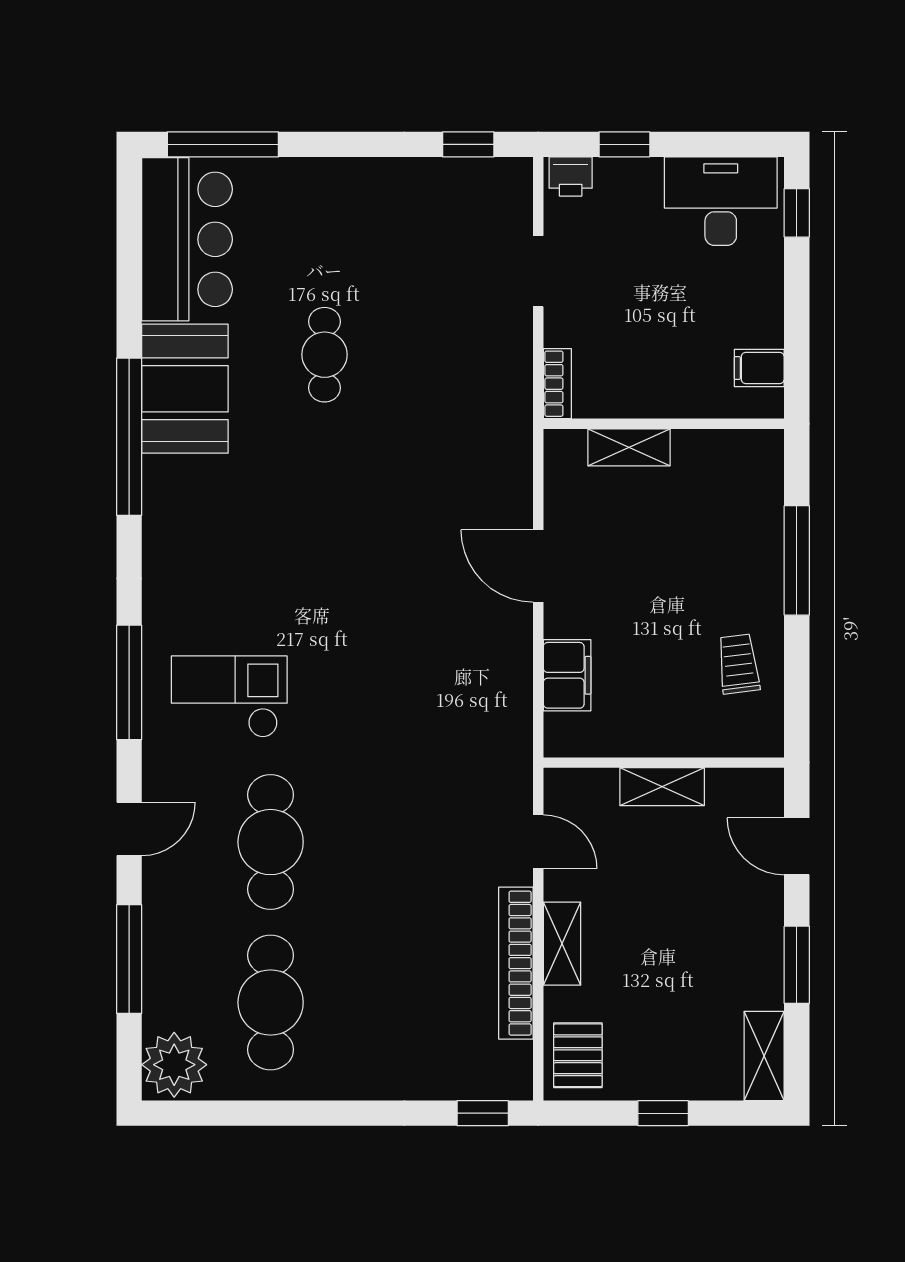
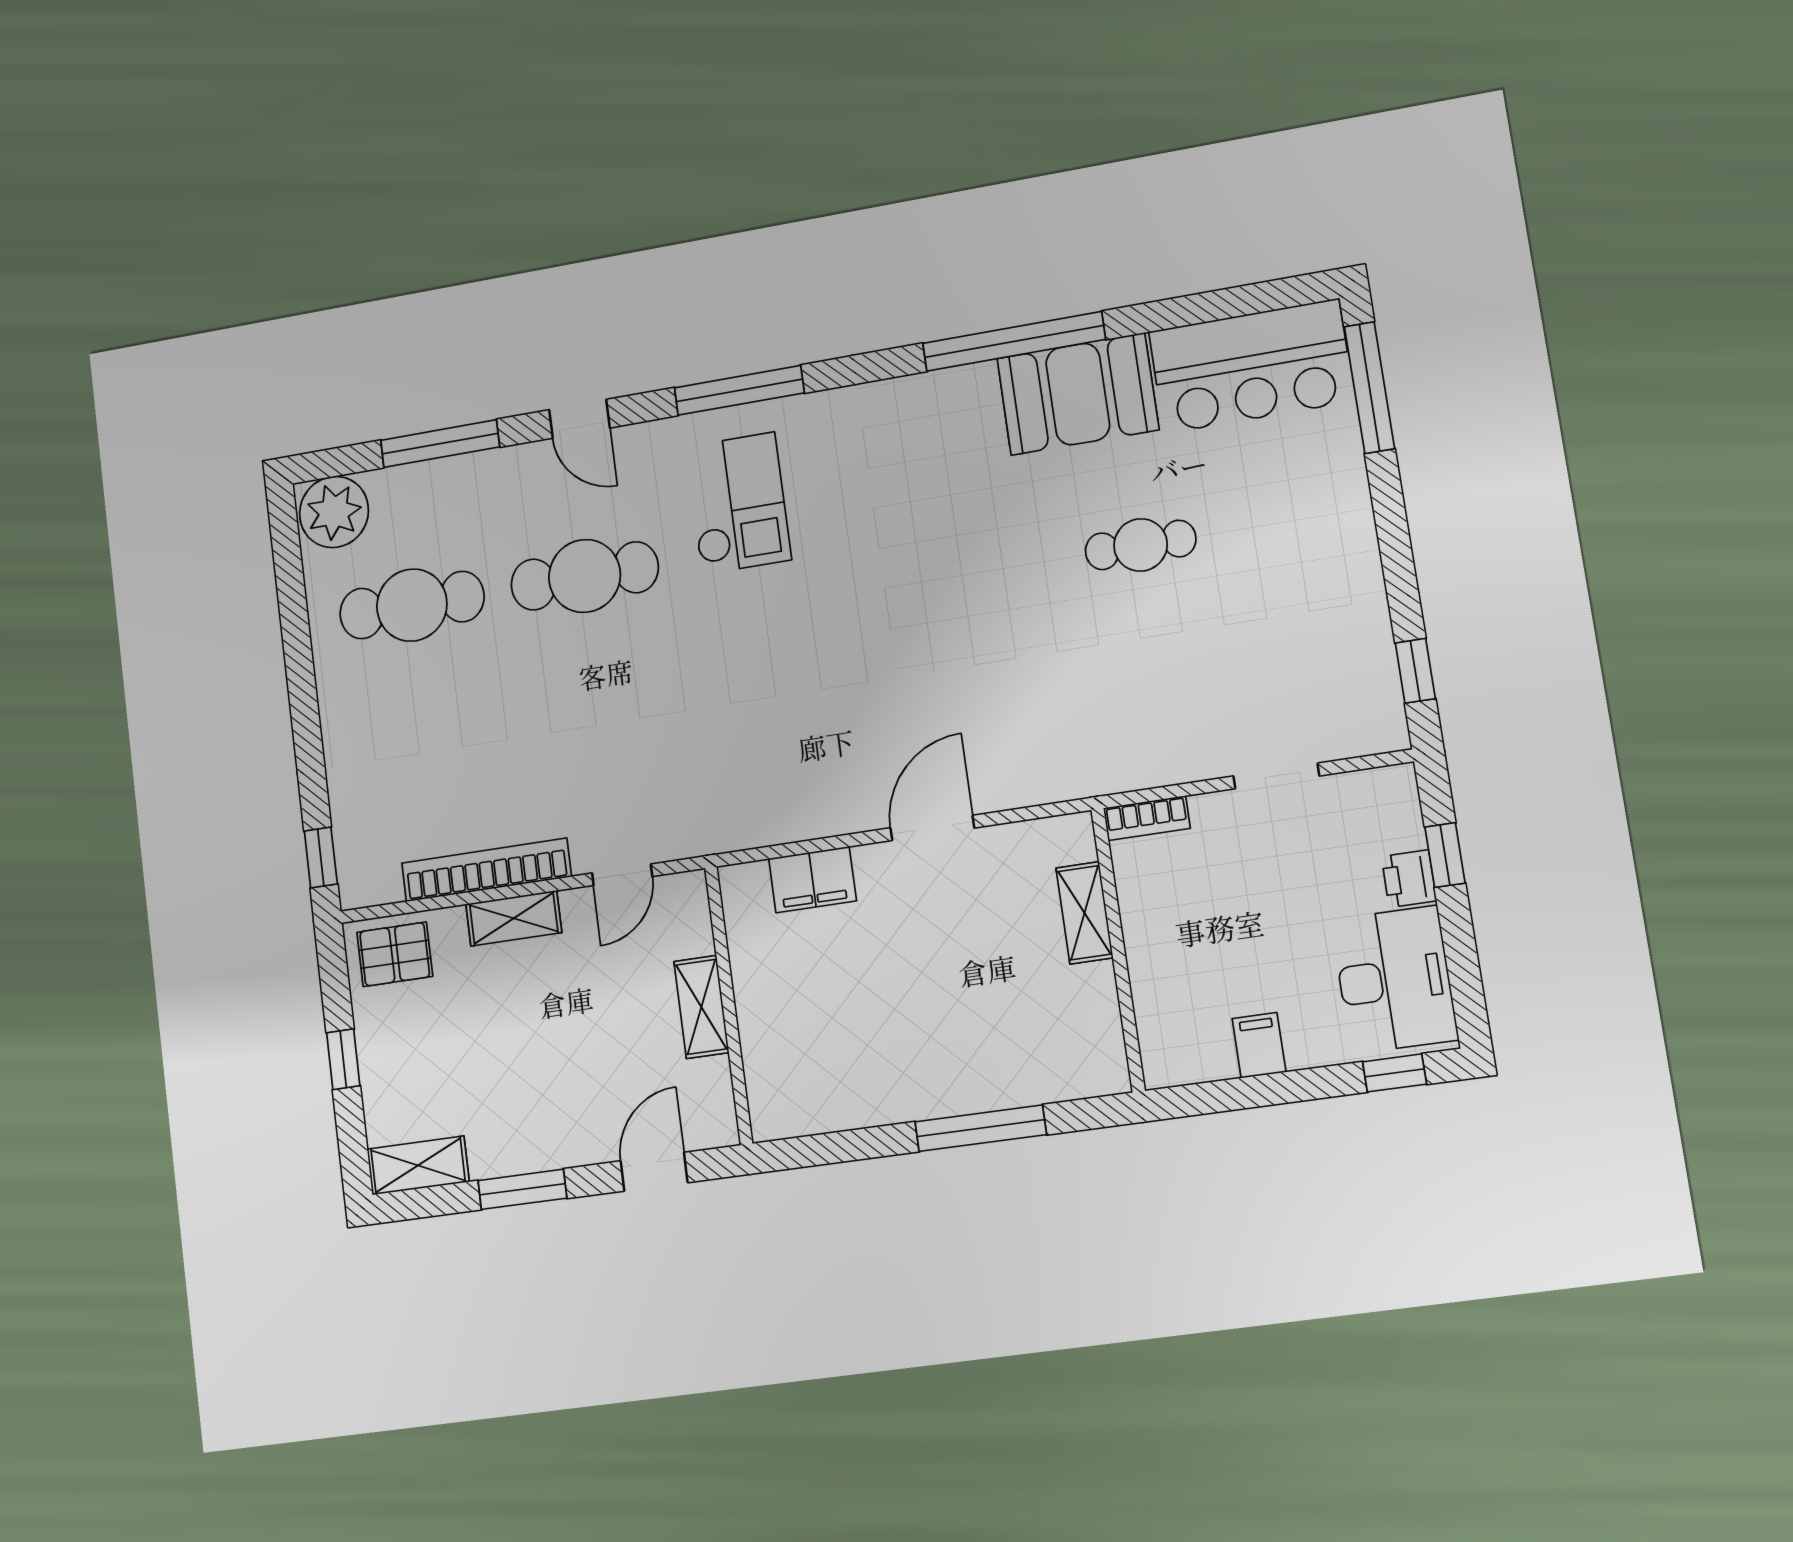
printer: (571, 176) -> (1409, 879), moved
filing cabinet: (759, 368) -> (1259, 1045), moved
trolley: (738, 664) -> (852, 1076), removed

